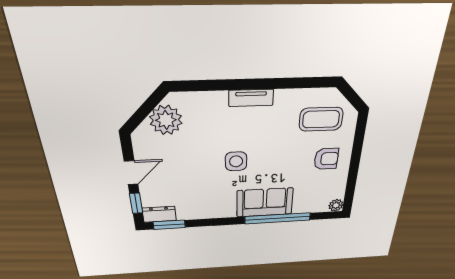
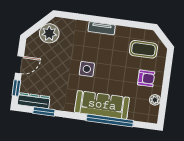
sofa: (265, 202) -> (102, 105), width x1.36
plant: (336, 205) -> (155, 100), moved
dresser: (159, 214) -> (34, 101), width x1.44
window: (169, 225) -> (44, 112), moved

